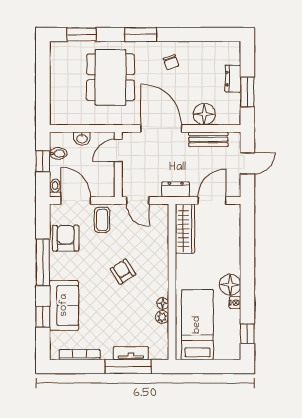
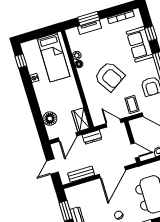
floor lamp: (204, 114) -> (88, 189), removed
door: (161, 128) -> (112, 172), hinge flipped
door: (118, 150) -> (135, 151), hinge flipped
wardrobe: (185, 229) -> (81, 120), width x0.67
armchair: (123, 272) -> (109, 76), width x1.88, depth x1.88
floor lamp: (230, 285) -> (50, 119), moved
window: (128, 367) -> (89, 19), width x0.69

